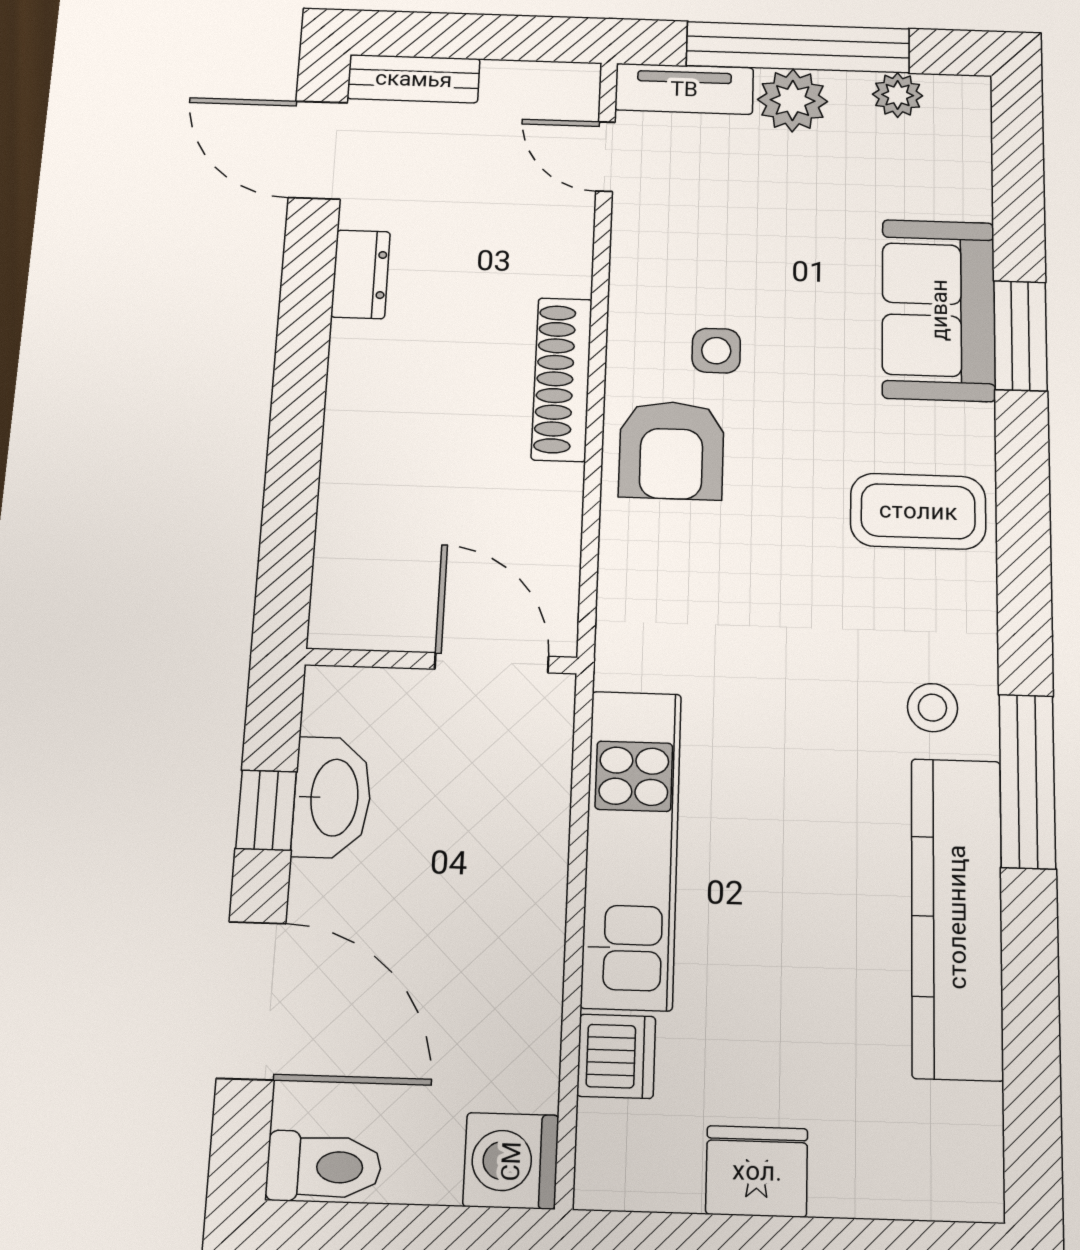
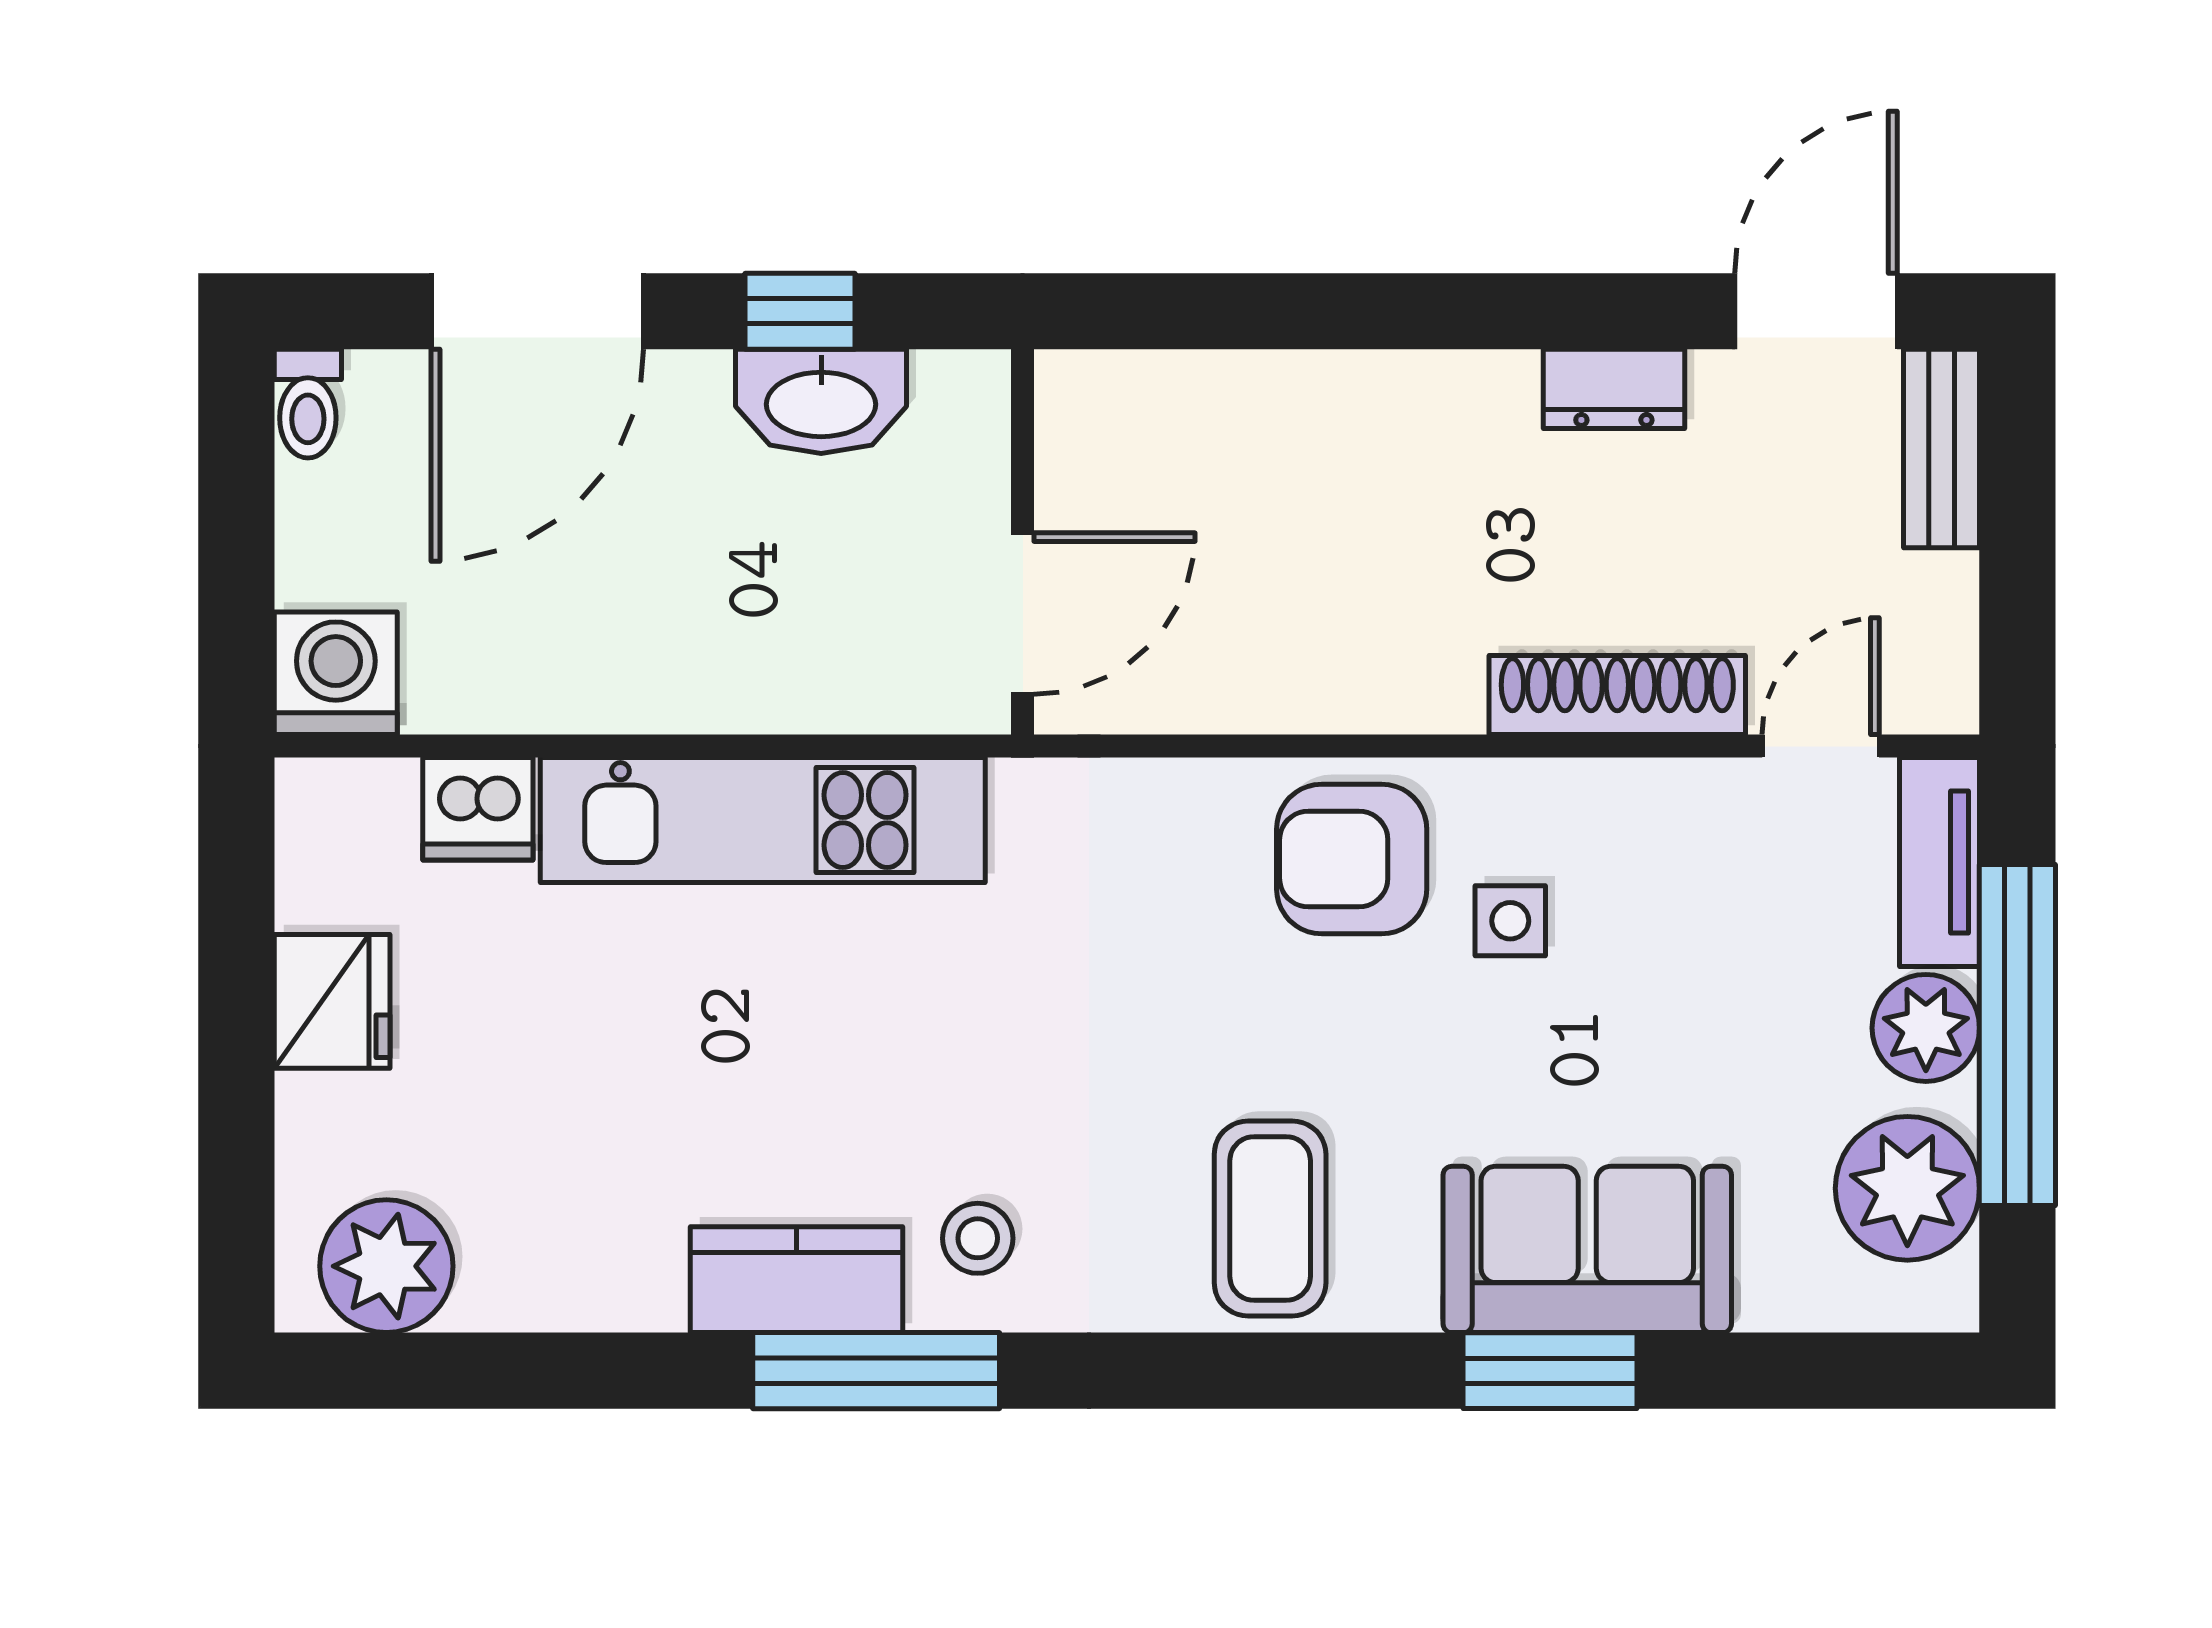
plant: (898, 95) -> (1907, 1188), width x1.88, depth x1.88
shoe rack: (562, 379) -> (1617, 695), moved
kitchen counter: (957, 917) -> (796, 1280), width x0.48, depth x0.86
plant: (955, 1136) -> (386, 1266), added
toilet: (324, 1167) -> (308, 404), width x0.73, depth x0.72

